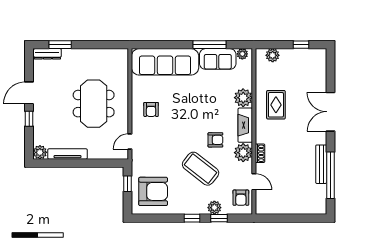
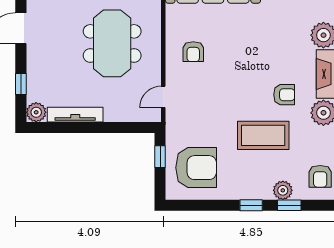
window: (29, 119) -> (21, 84), moved
coffee table: (201, 169) -> (263, 135), turned -38

